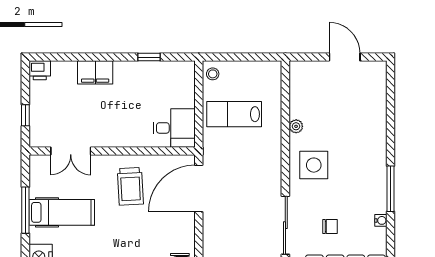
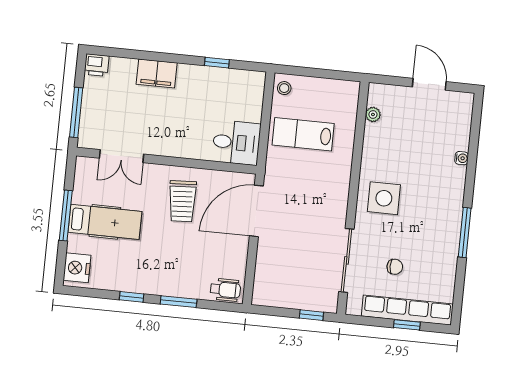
window: (25, 115) -> (76, 112), width x2.17
plant: (296, 126) -> (373, 115), moved
water cooler: (381, 220) -> (462, 158), moved

